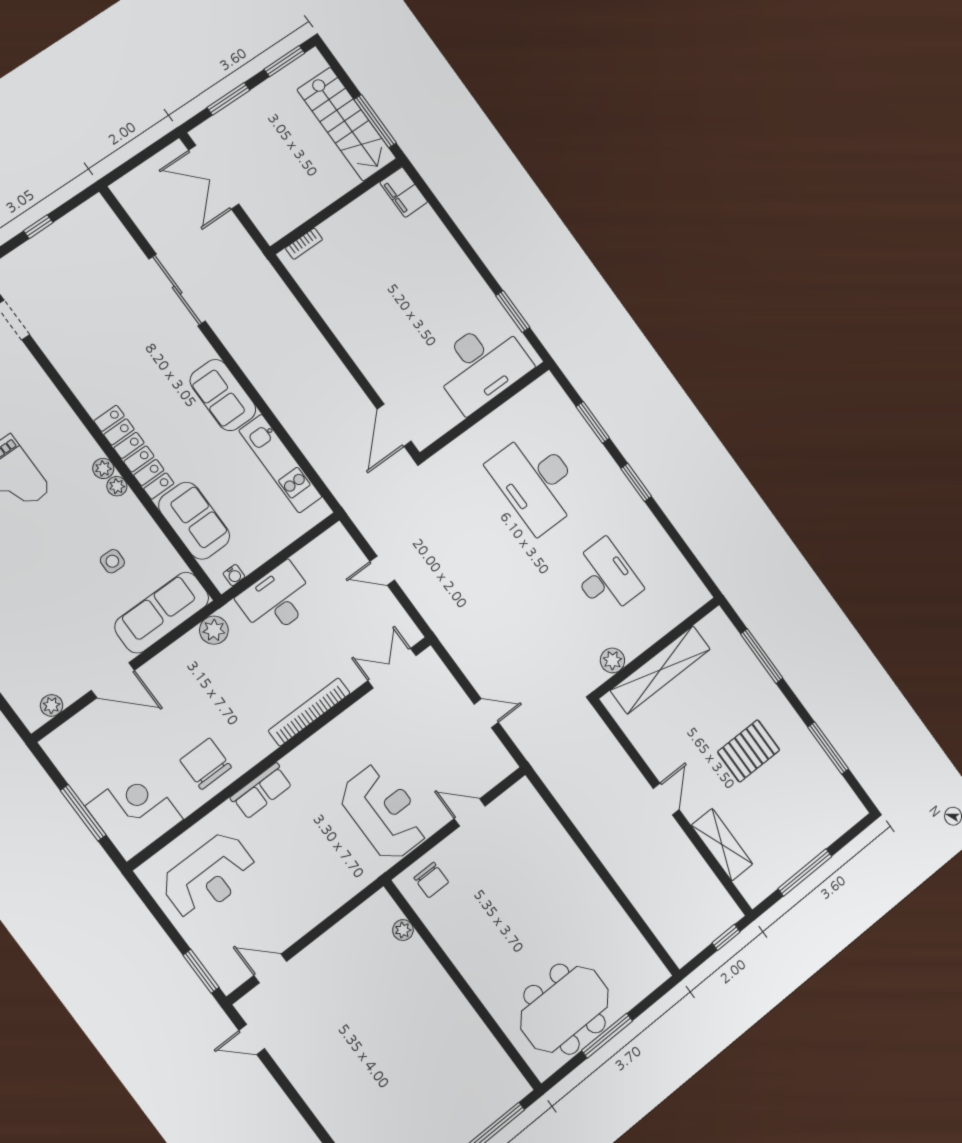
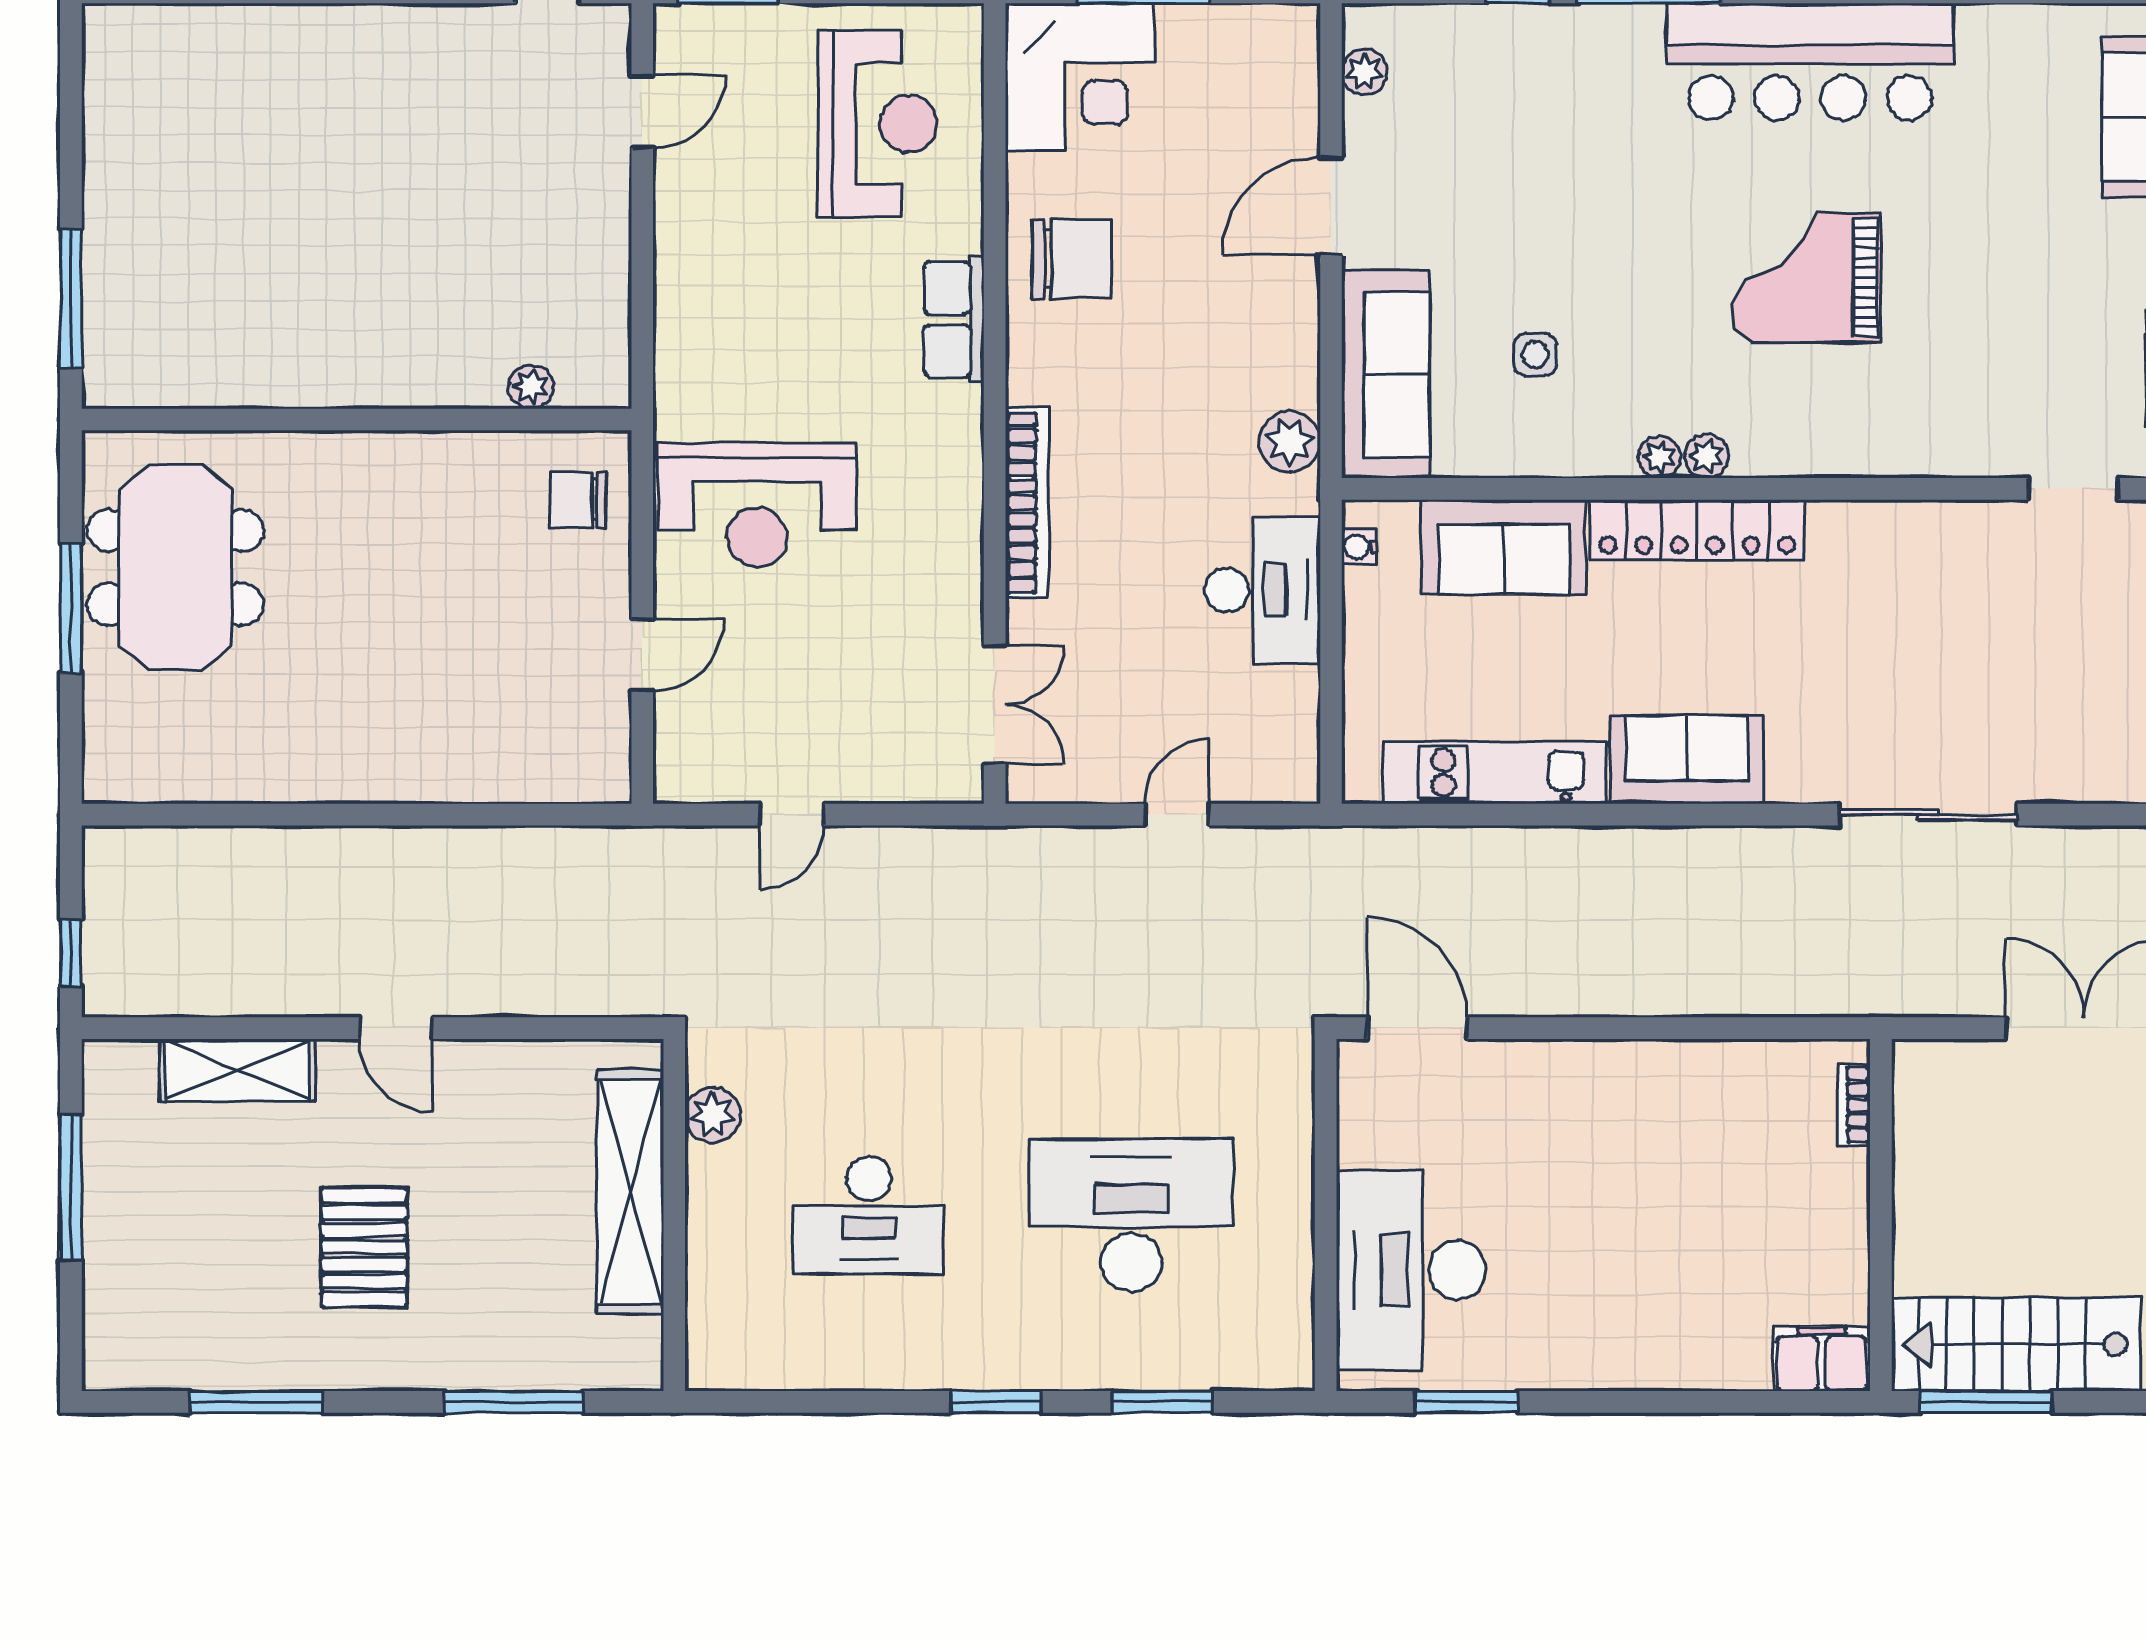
reception desk: (209, 876) -> (877, 124), turned 180

